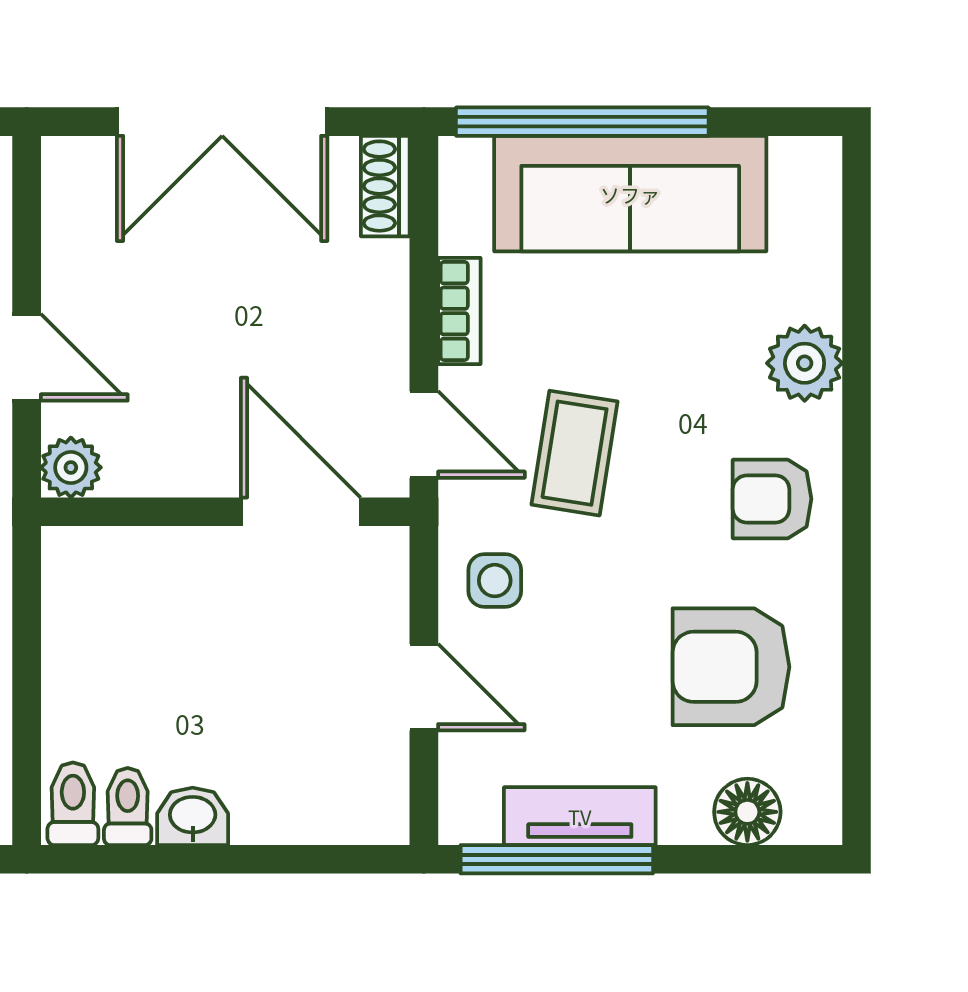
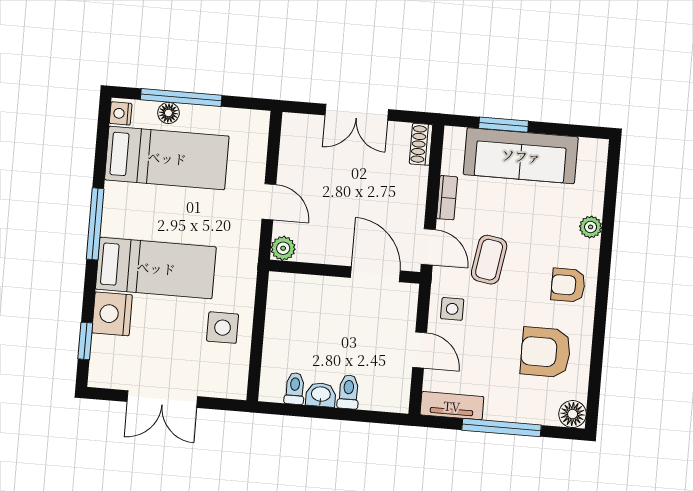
double door: (222, 122) -> (357, 112), width x0.73
window: (582, 122) -> (504, 125), width x0.47
plant: (805, 363) -> (591, 227), width x0.73, depth x0.73
toilet: (73, 804) -> (348, 392), moved
floor lamp: (747, 812) -> (573, 414), moved
tv unit: (580, 816) -> (452, 406), moved
window: (557, 859) -> (501, 428), moved

